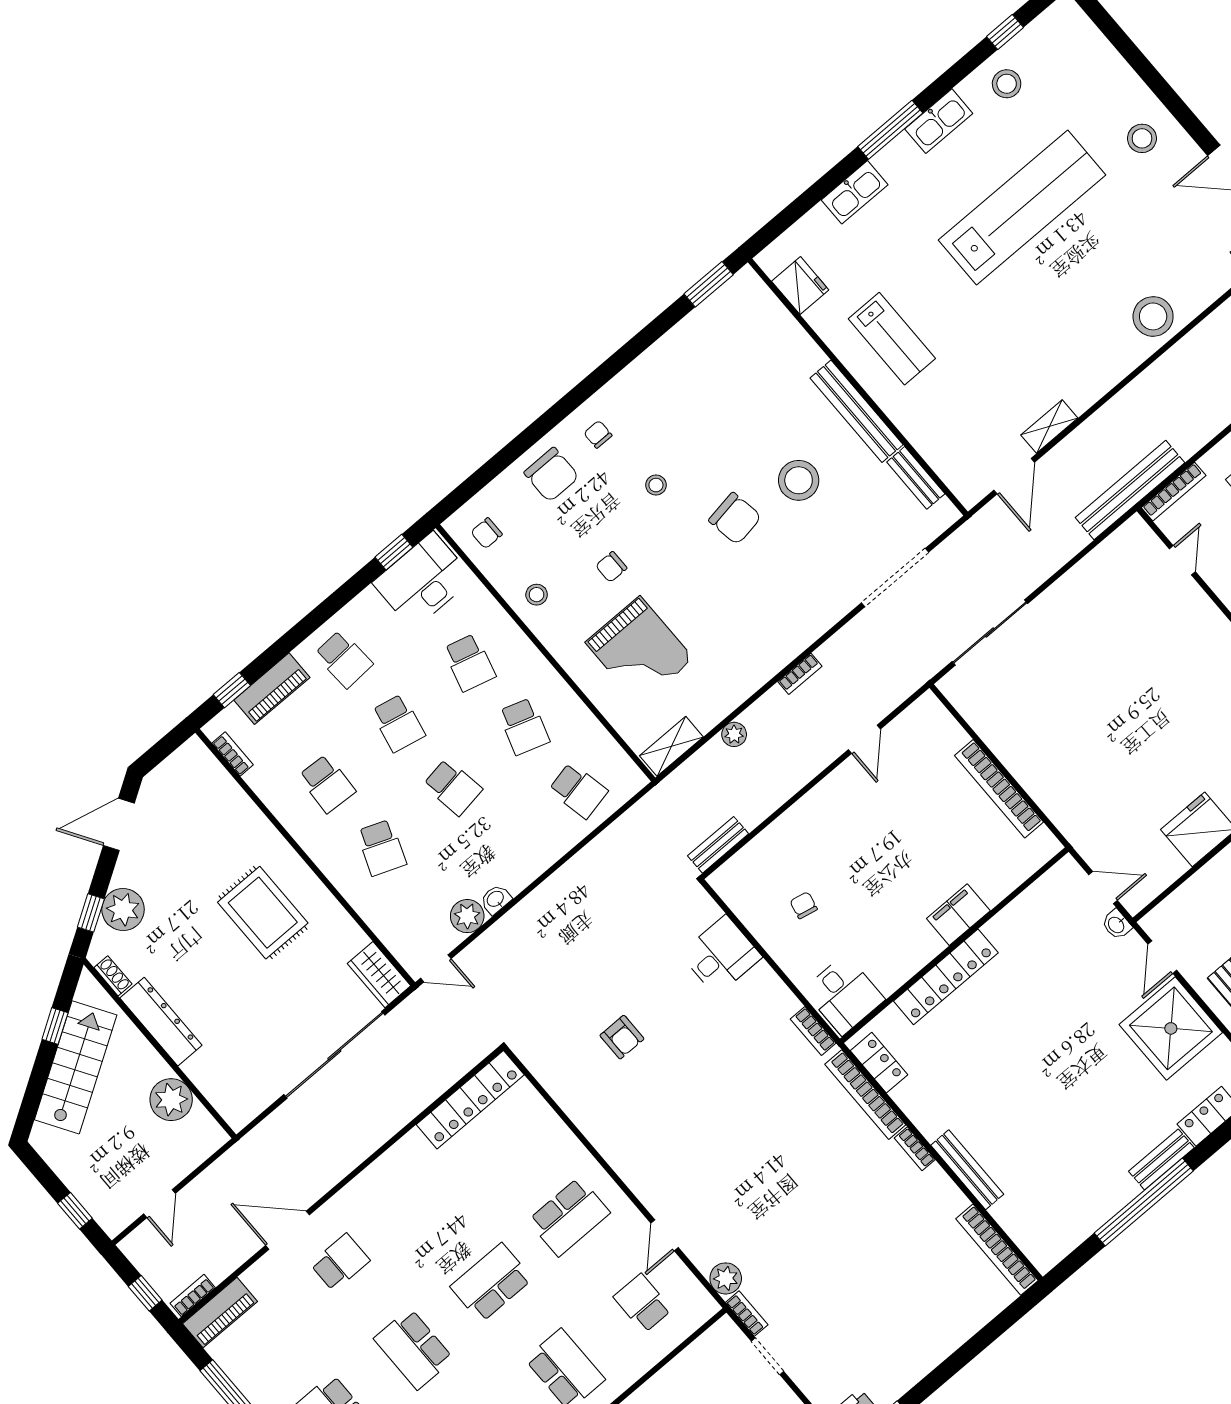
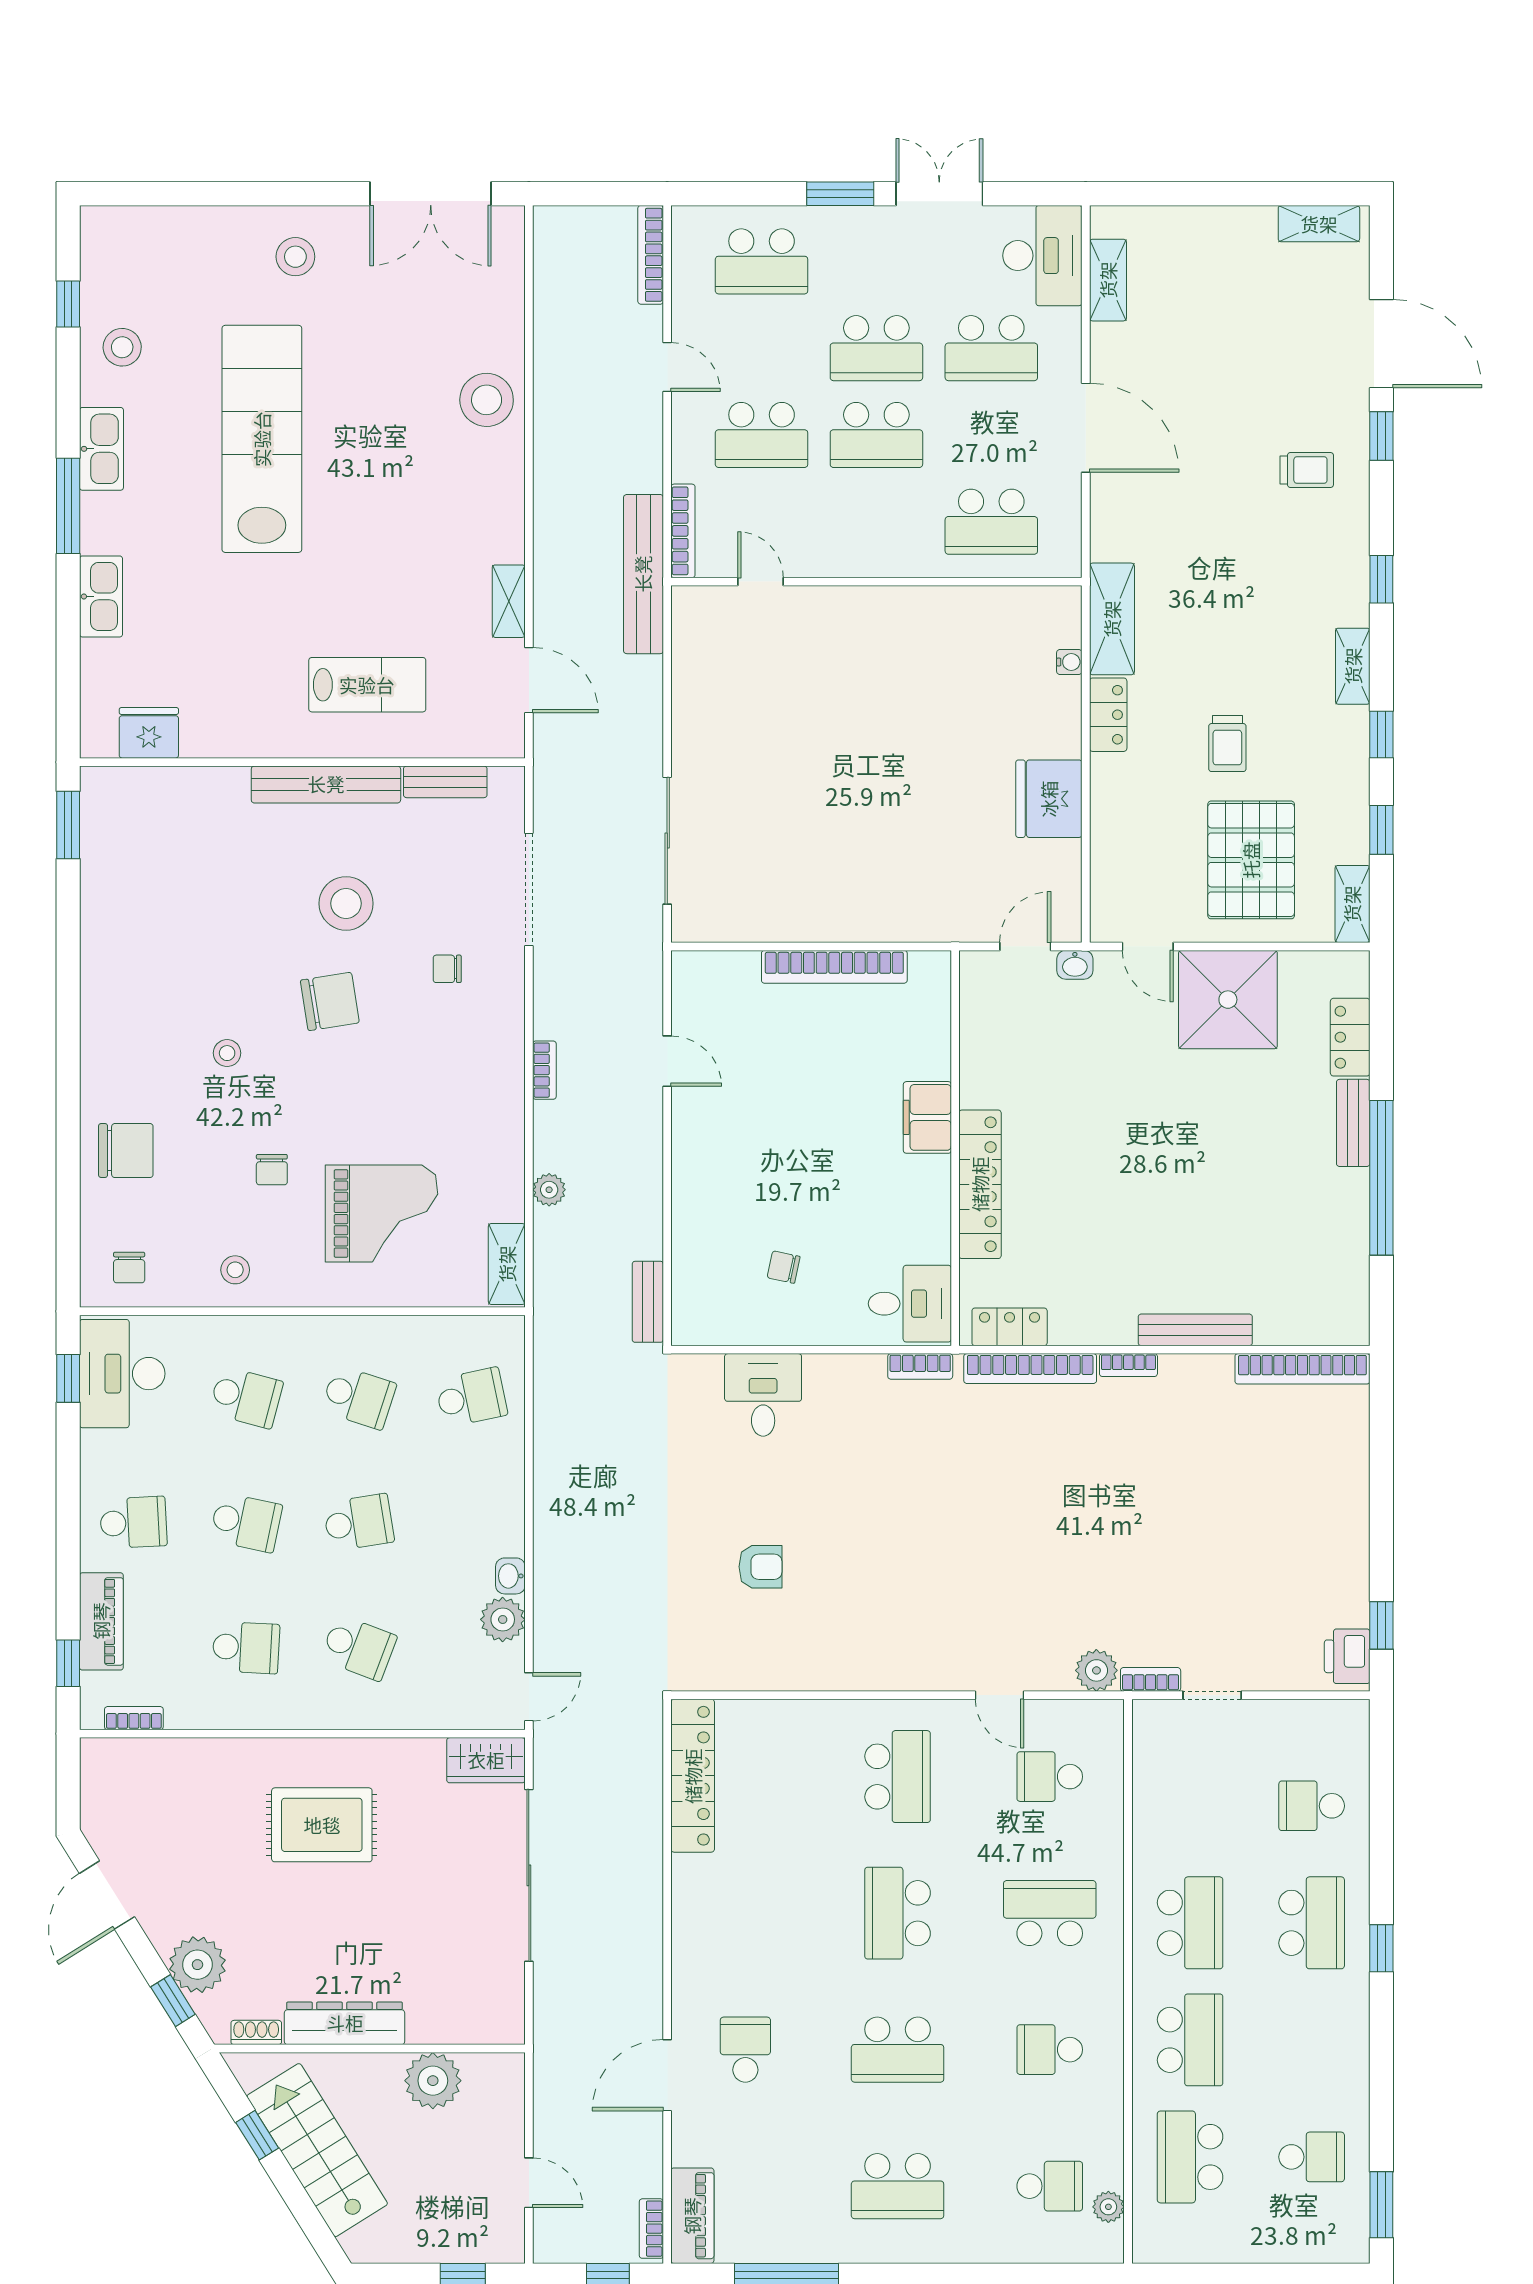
lab bench: (892, 339) -> (367, 685), moved
chair: (598, 434) -> (447, 969), moved

